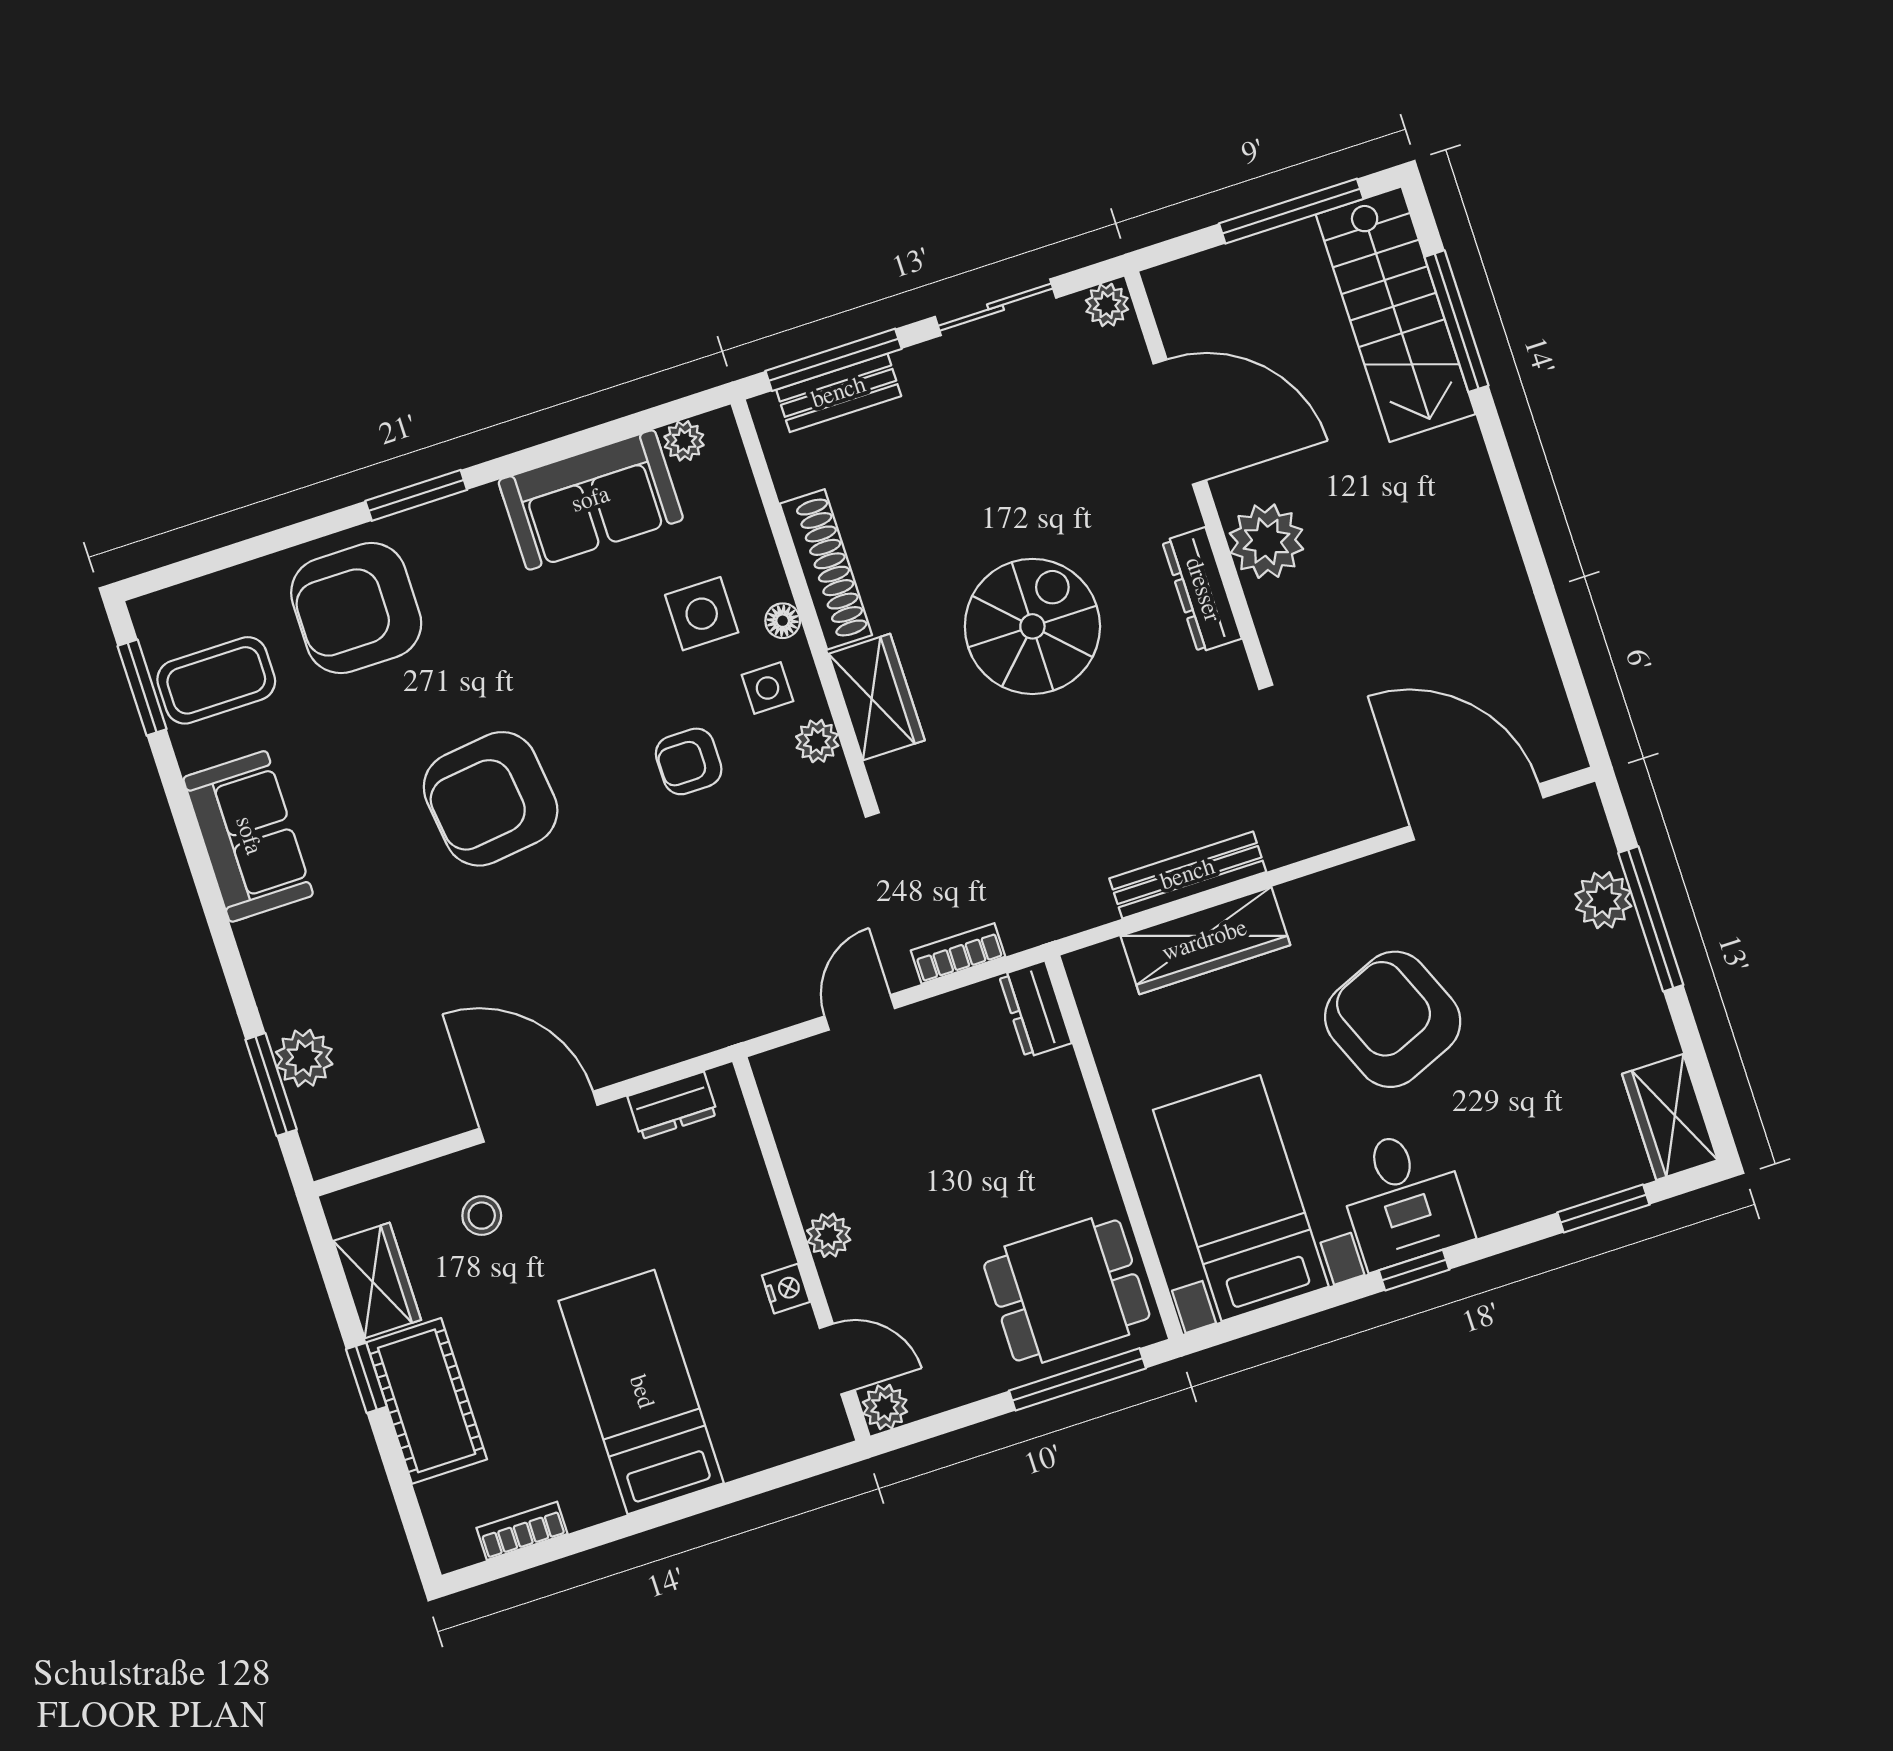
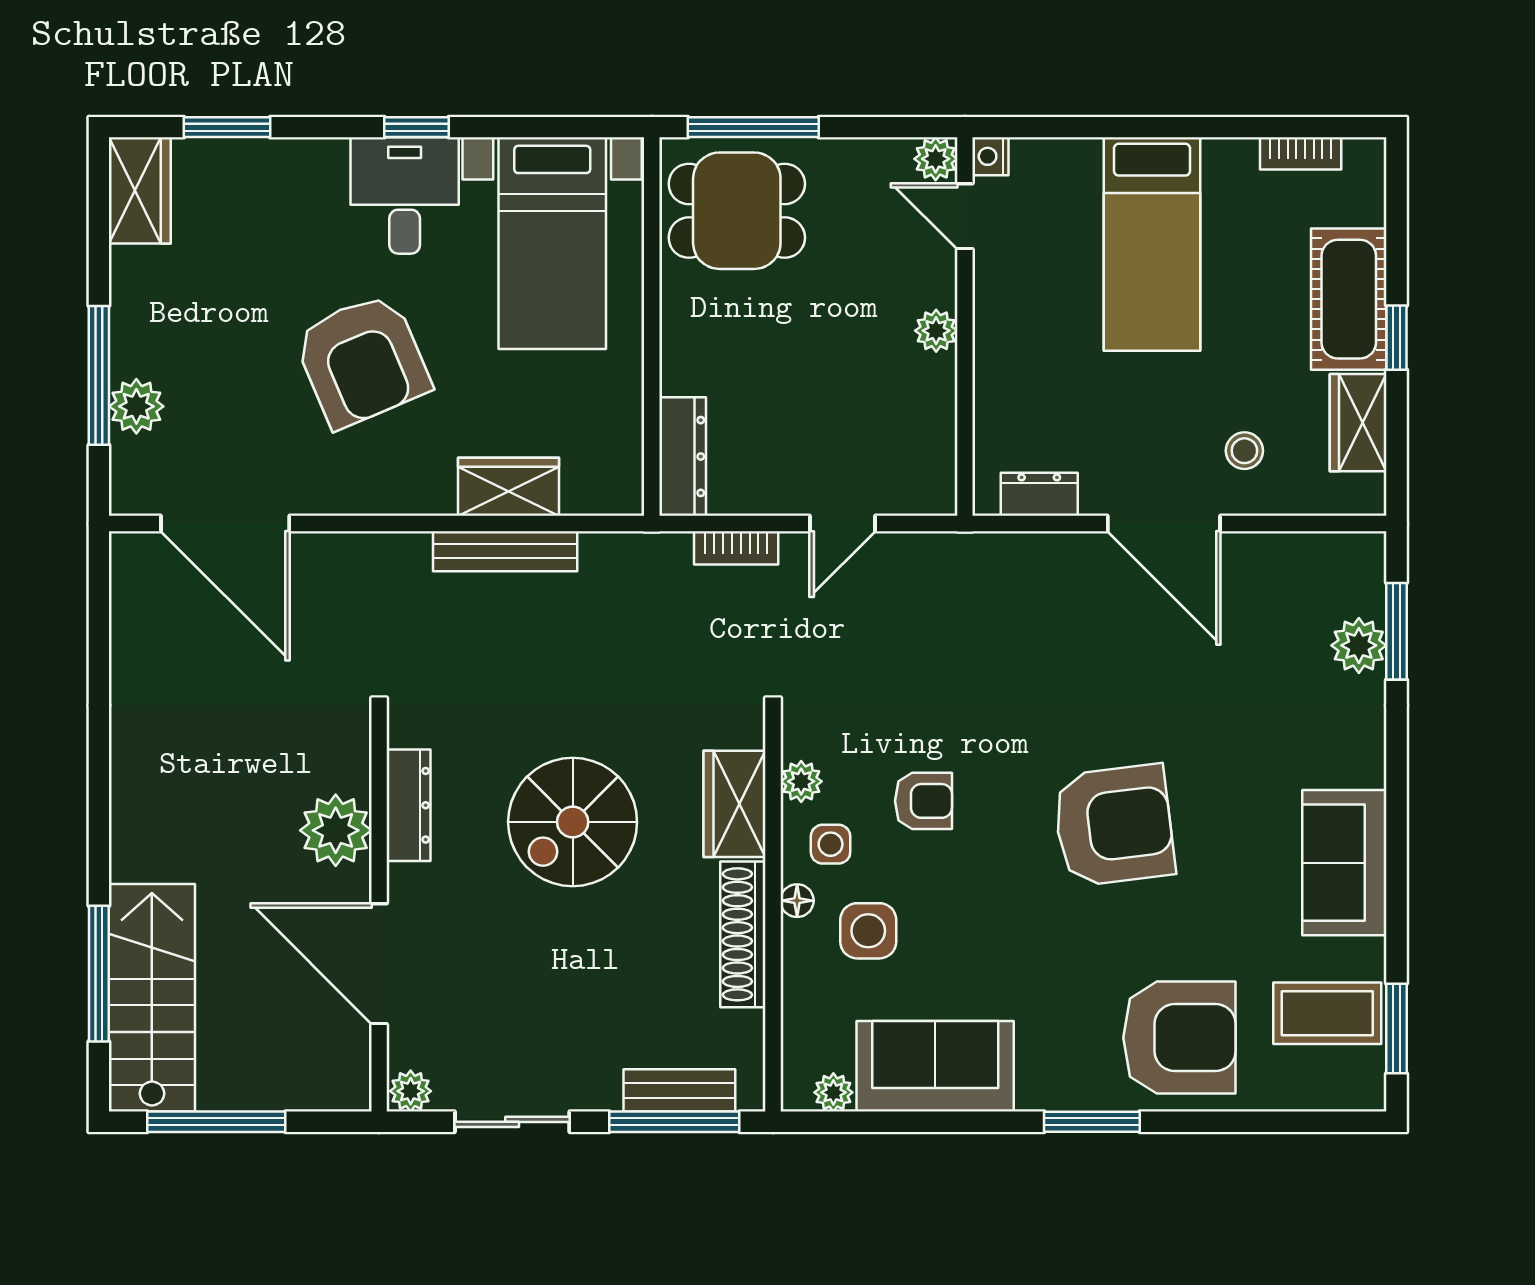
wardrobe: (1205, 941) -> (508, 487), width x0.67
dresser: (1035, 1009) -> (683, 457), width x1.44
nightstand: (786, 1289) -> (990, 156), moved

